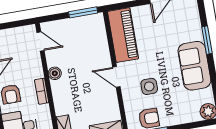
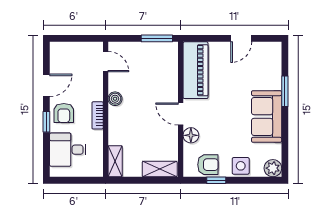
side table: (149, 86) -> (241, 166), moved
floor lamp: (129, 95) -> (191, 135), added

